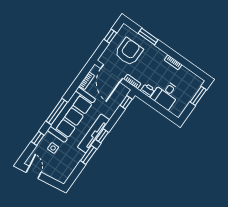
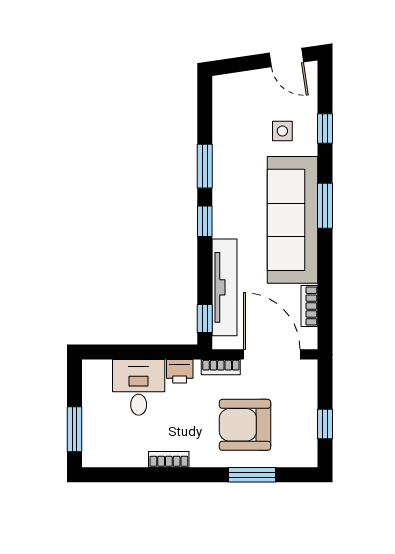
armchair: (129, 52) -> (245, 425), moved, turned 90
window: (57, 112) -> (325, 206), width x0.69
tv unit: (93, 133) -> (224, 287), moved

